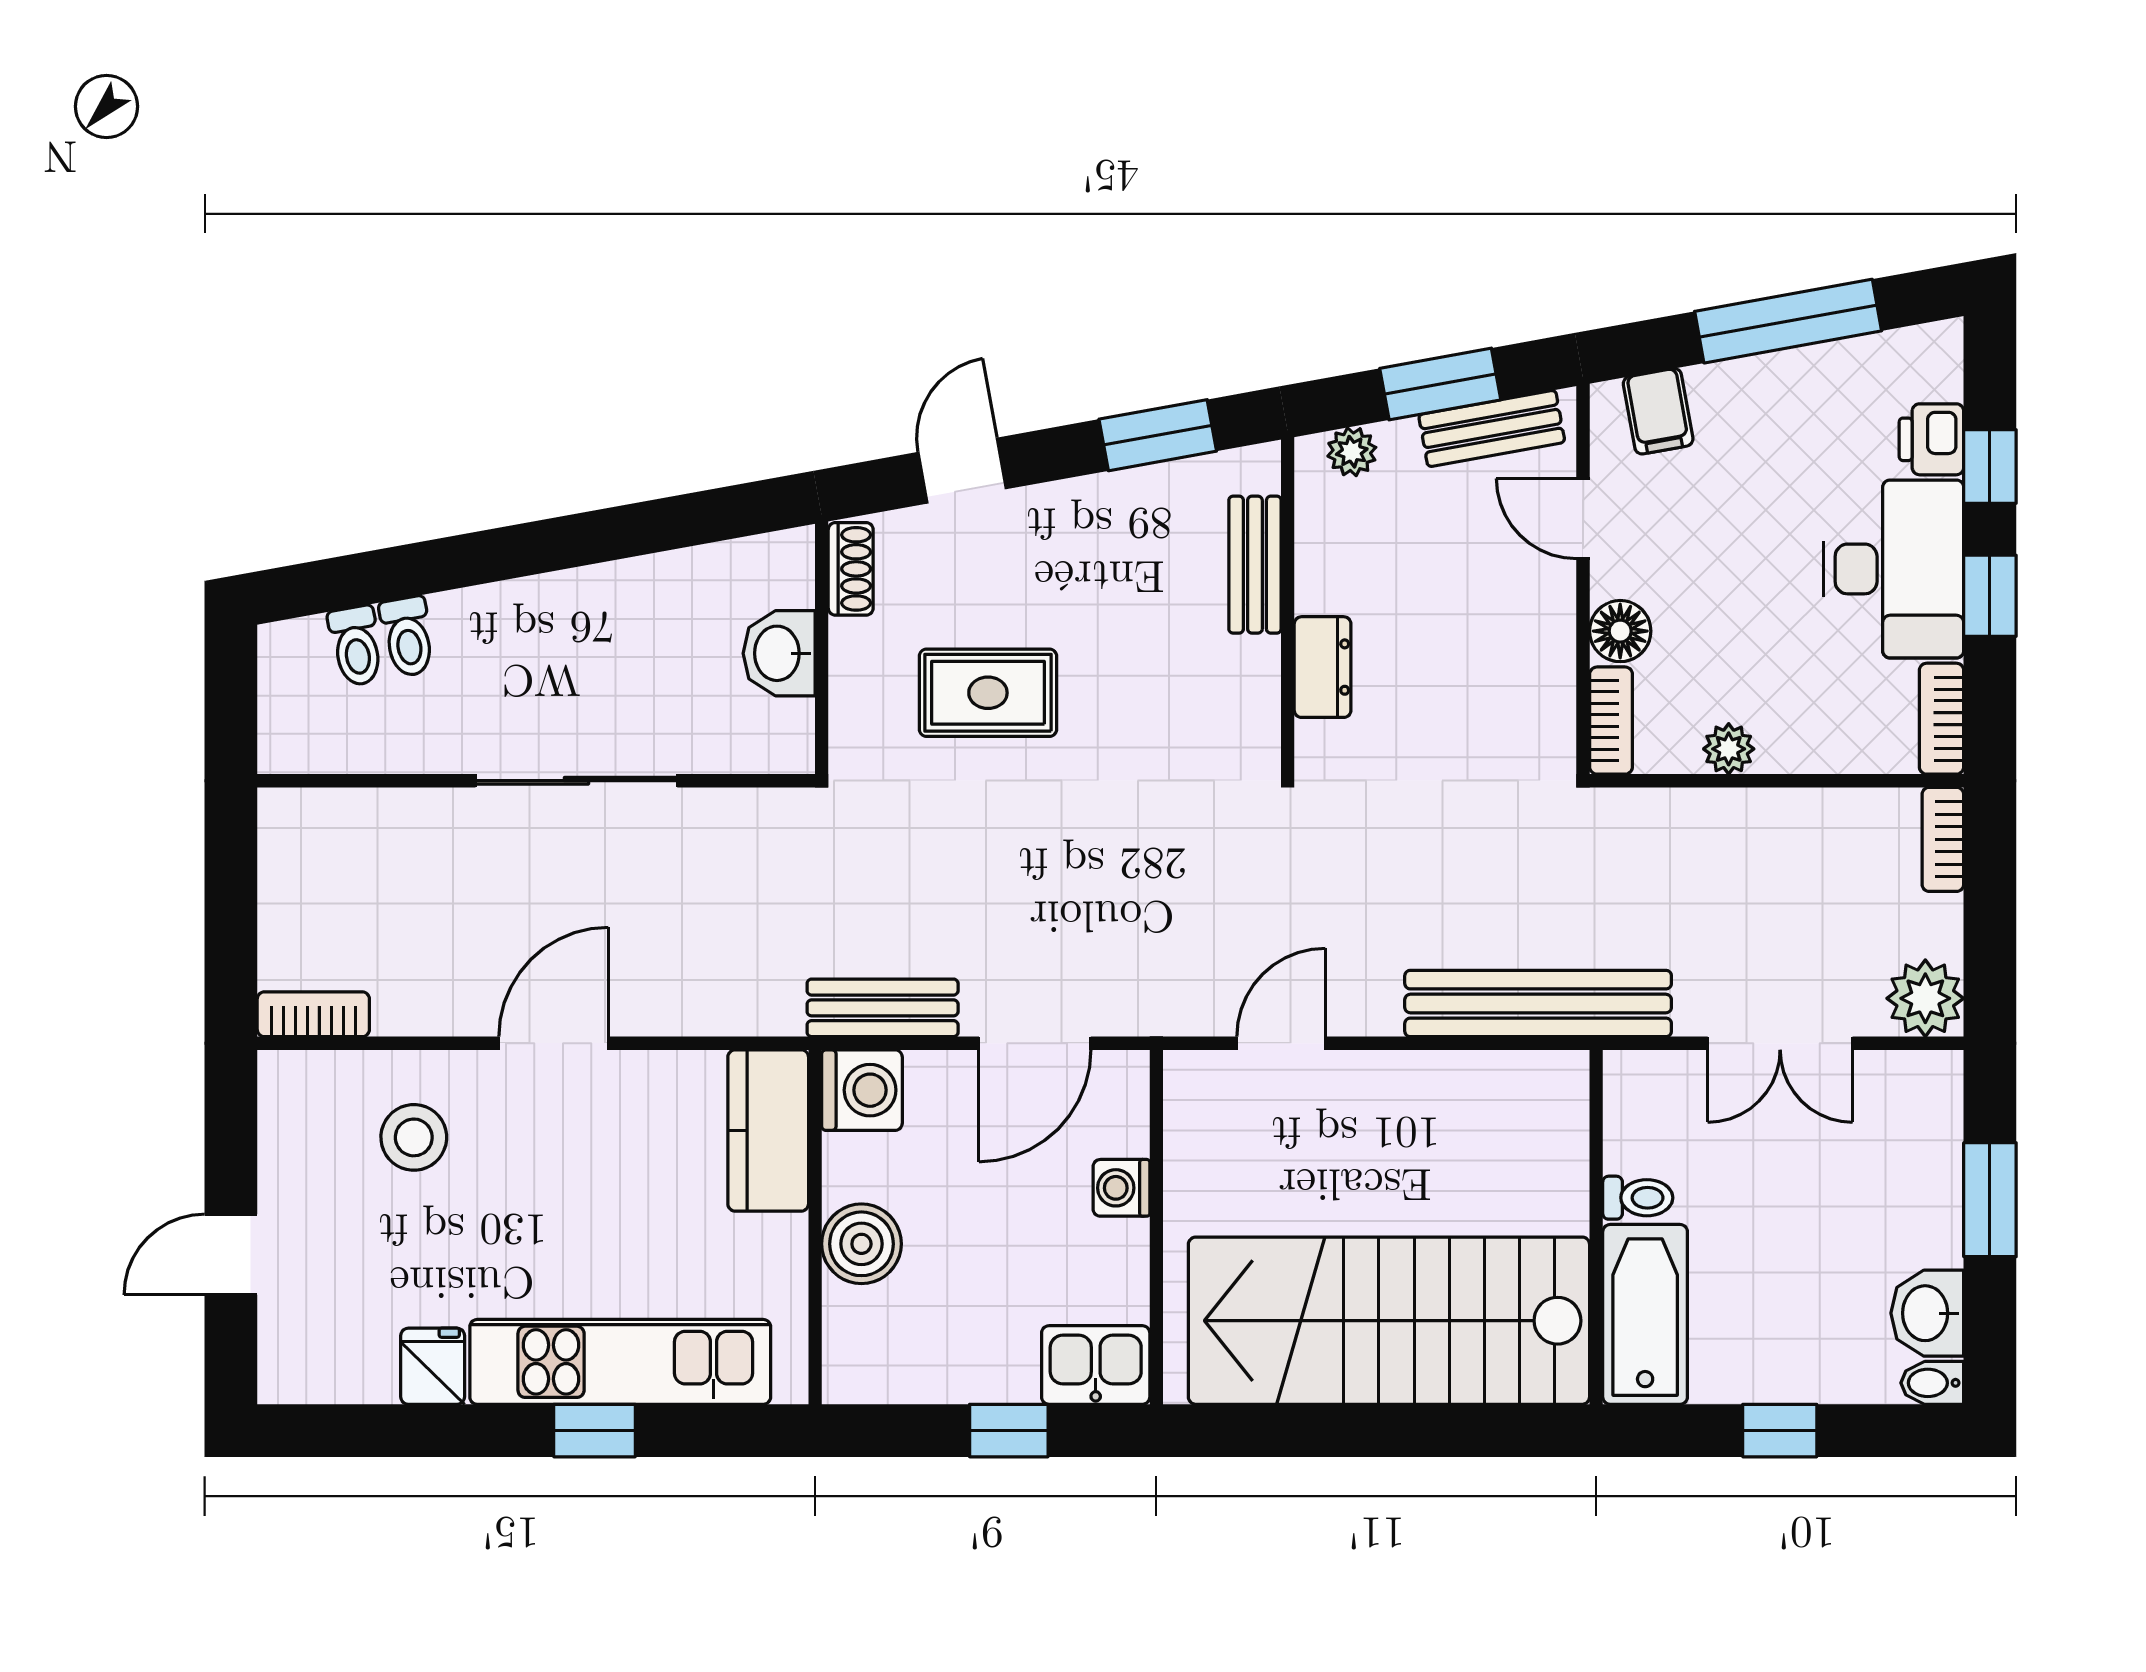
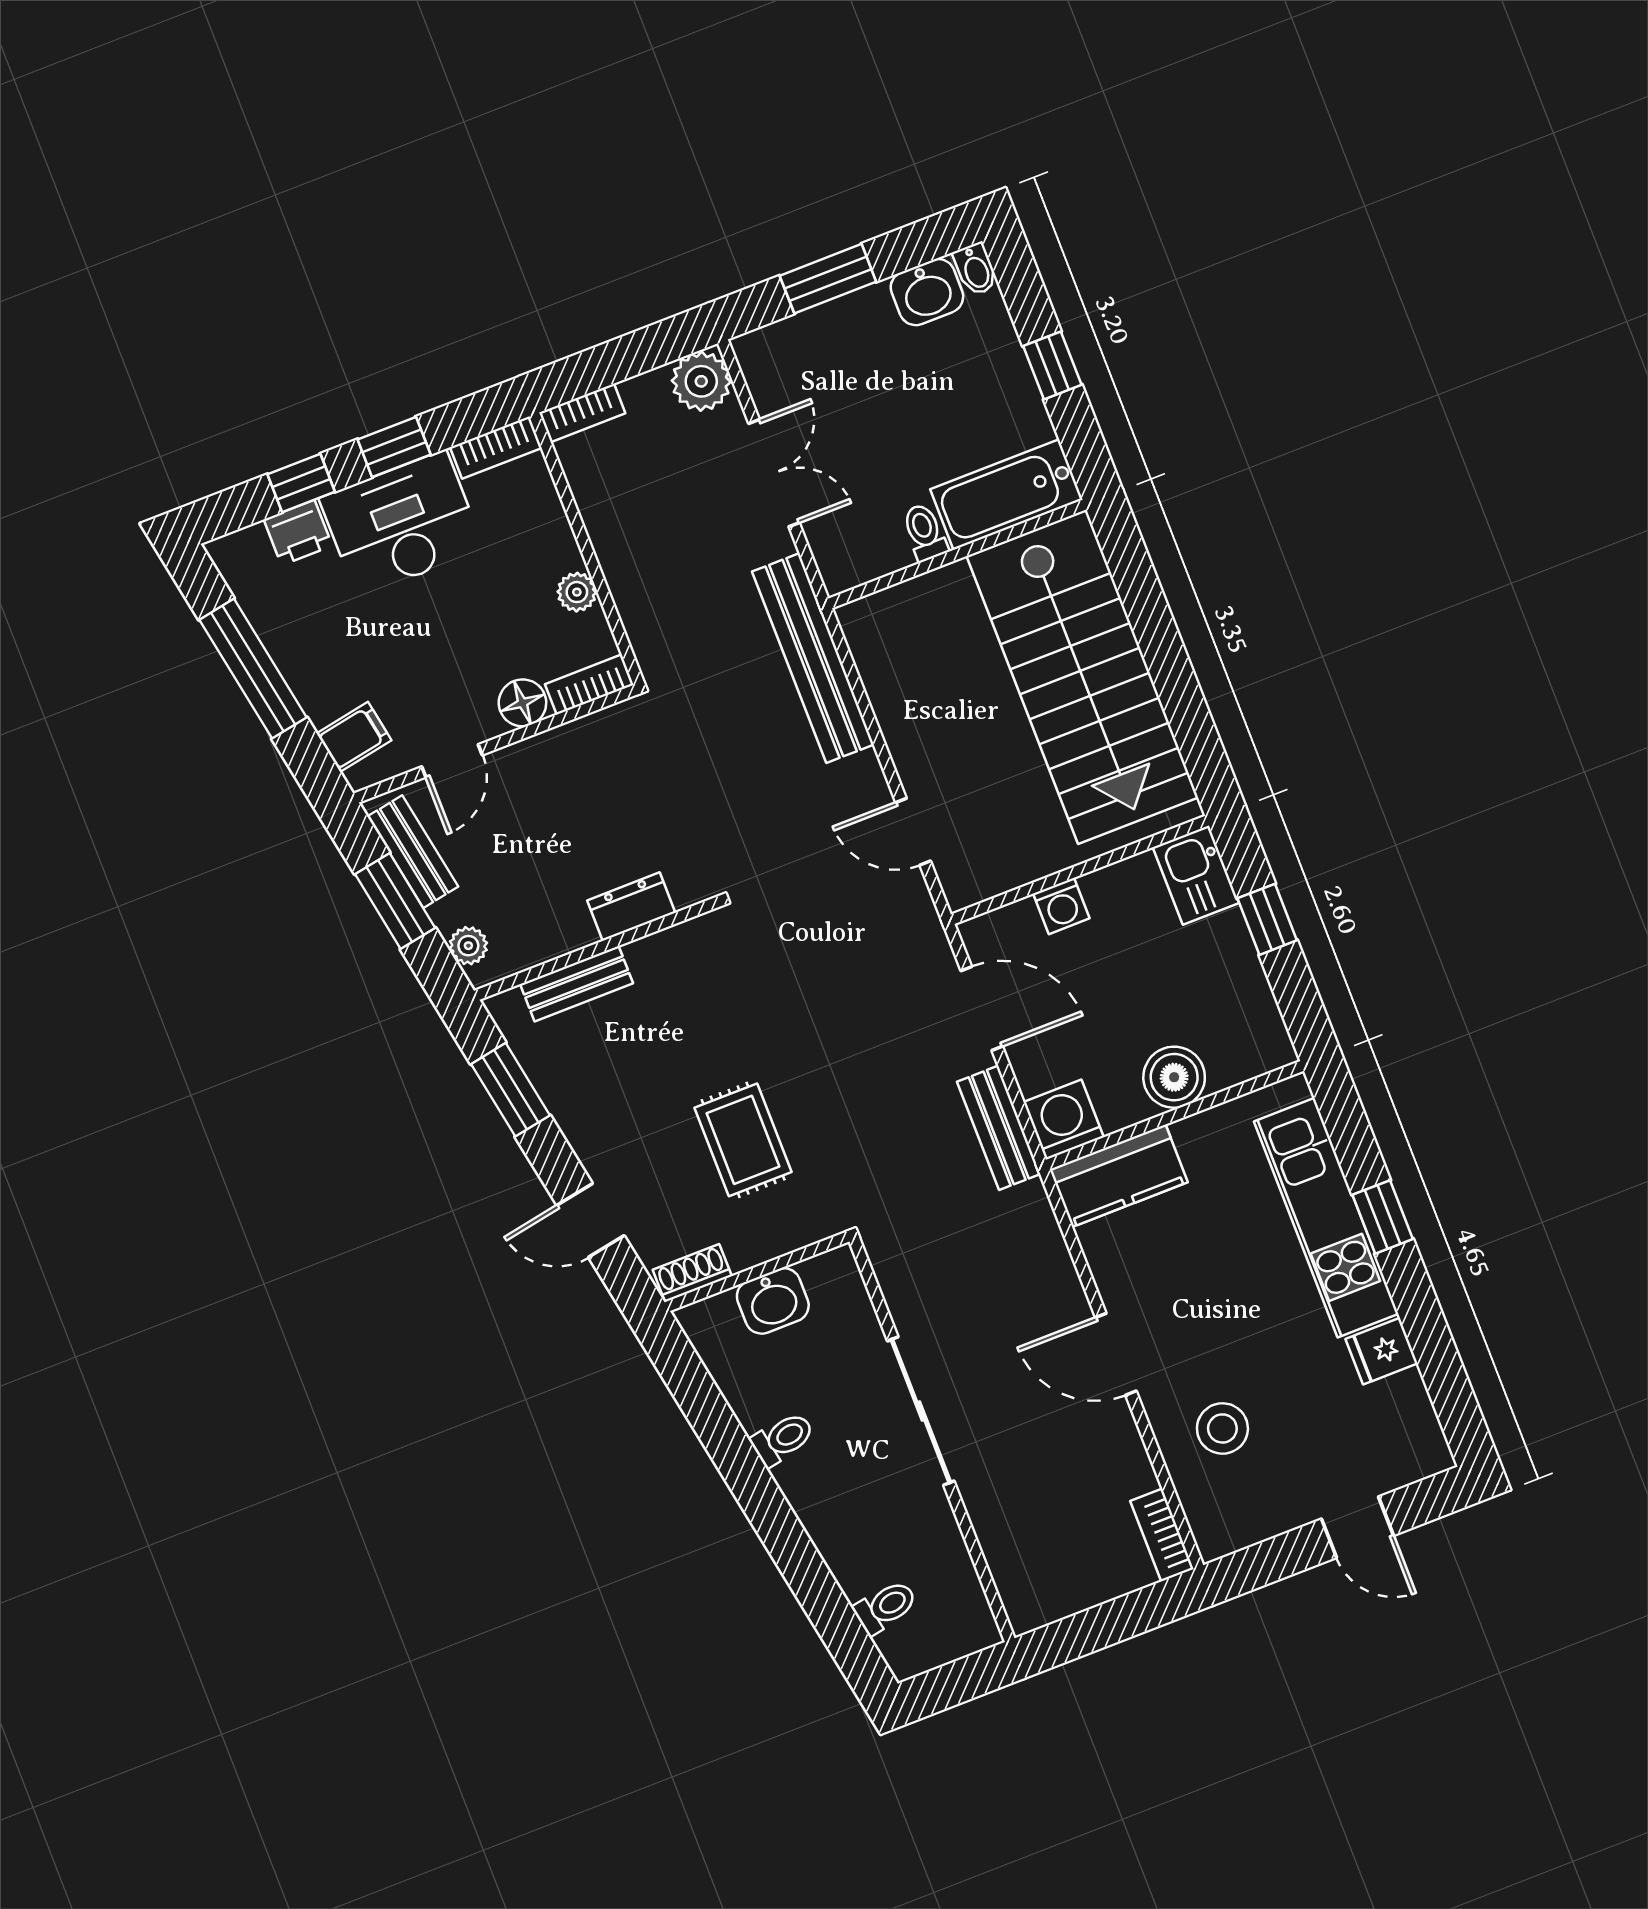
toilet: (407, 637) -> (783, 1439), moved

